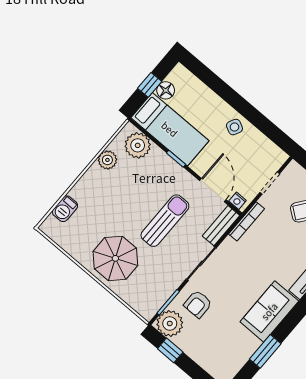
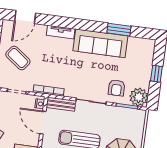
door: (213, 190) -> (43, 123), hinge flipped
armchair: (198, 304) -> (117, 88), turned 90
sofa: (269, 311) -> (100, 43), width x1.36
window: (170, 350) -> (156, 74), moved

